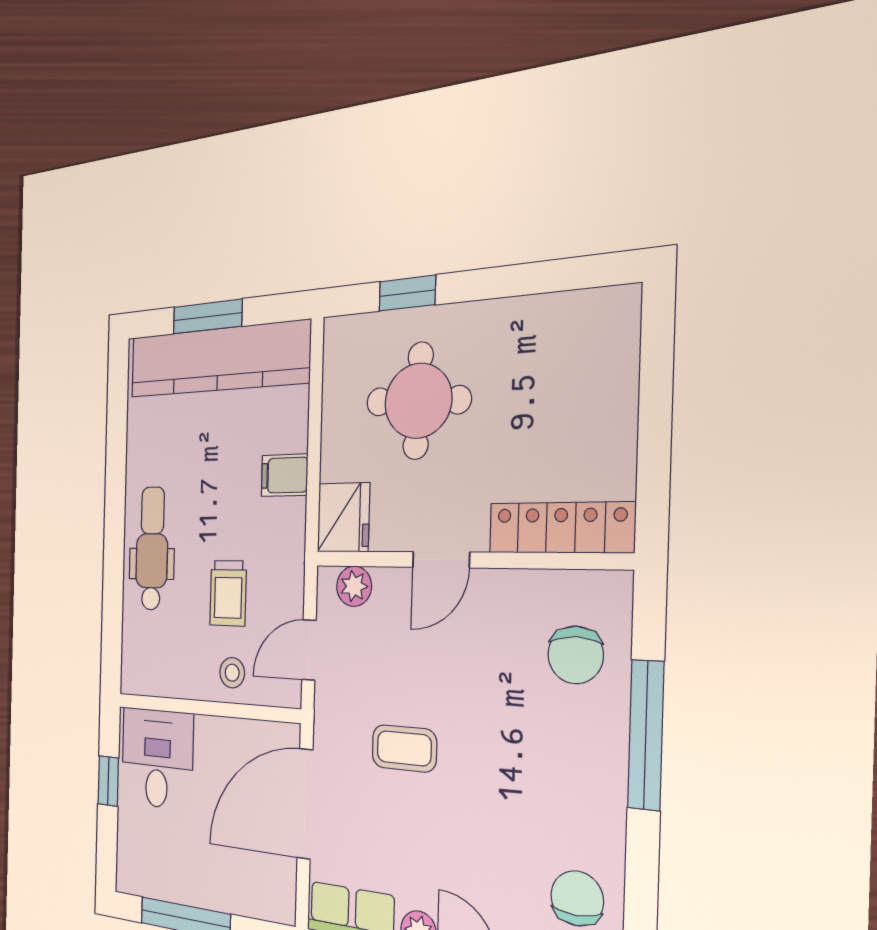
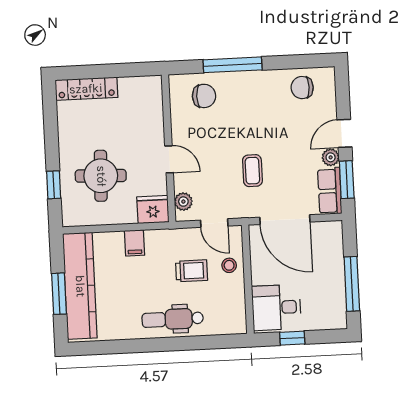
locker: (561, 528) -> (86, 89), moved, turned -90

